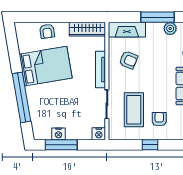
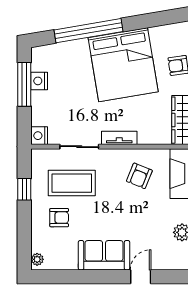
bed: (46, 66) -> (123, 65), width x1.36
tv unit: (100, 70) -> (119, 138), width x0.71
window: (150, 145) -> (24, 189), moved

